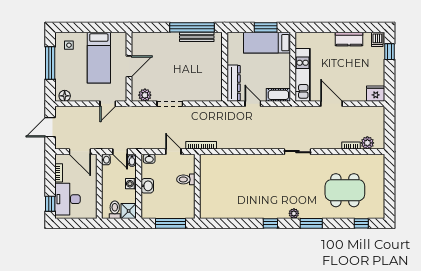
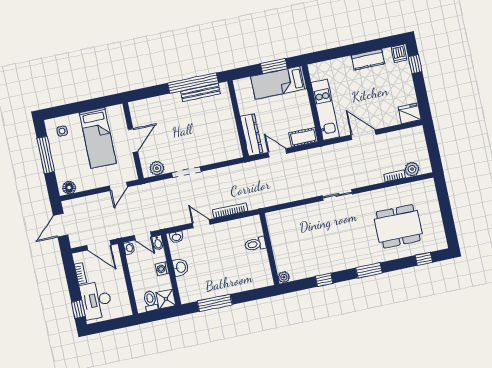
toilet: (186, 179) -> (255, 244), moved
wall: (197, 186) -> (269, 249), moved
plant: (294, 213) -> (284, 277), moved

